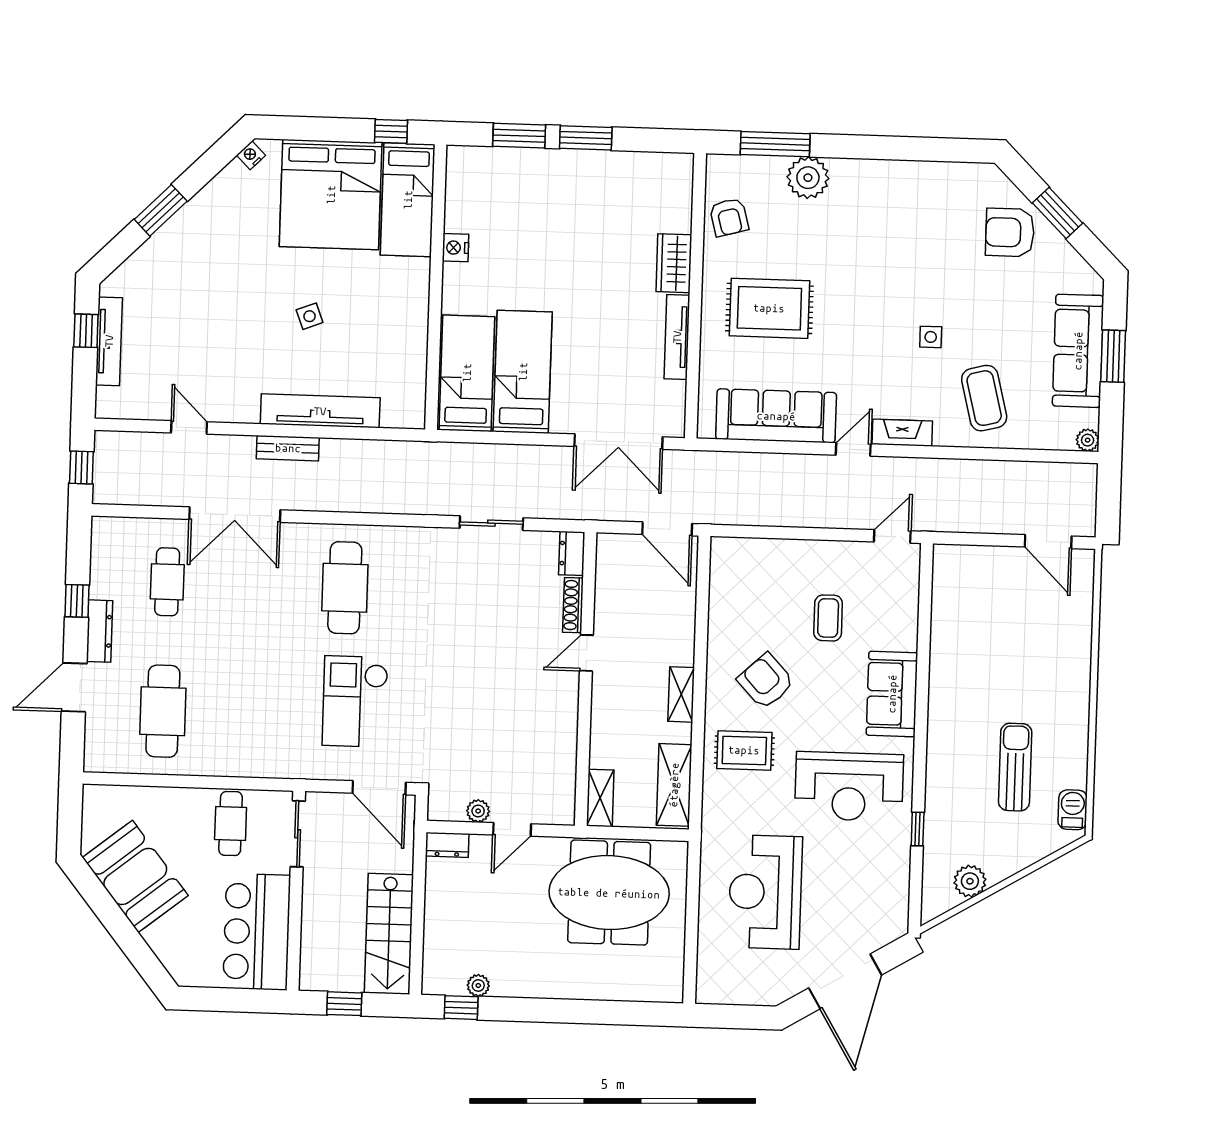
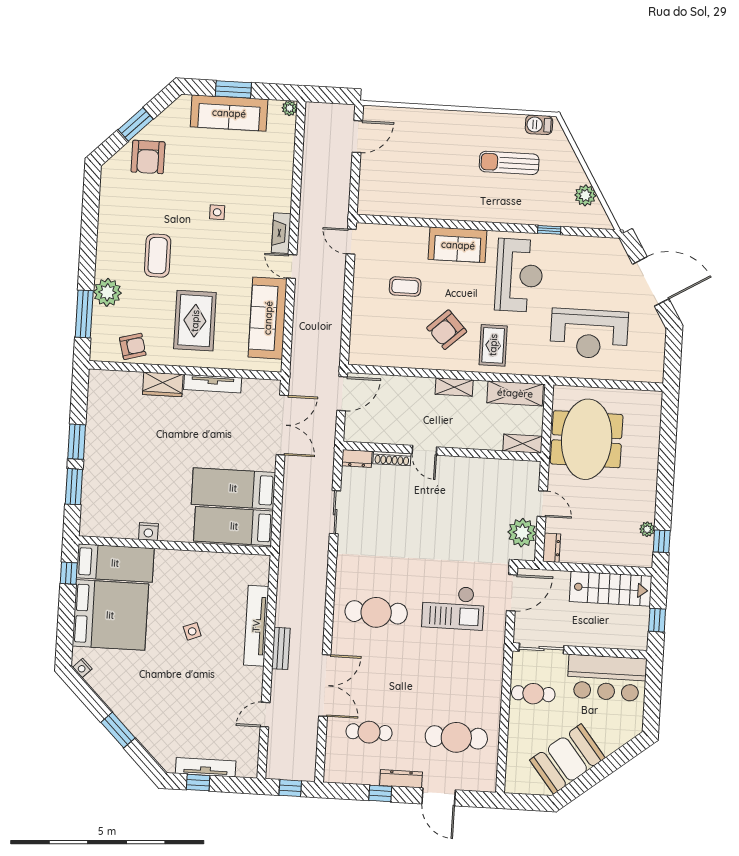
coffee table: (984, 398) -> (158, 256), moved, turned -76
plant: (478, 811) -> (522, 533), width x1.88, depth x1.88

